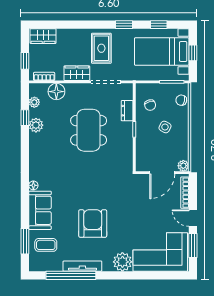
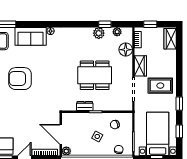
dresser: (127, 111) -> (85, 106), moved
armchair: (93, 223) -> (20, 79), turned 180

